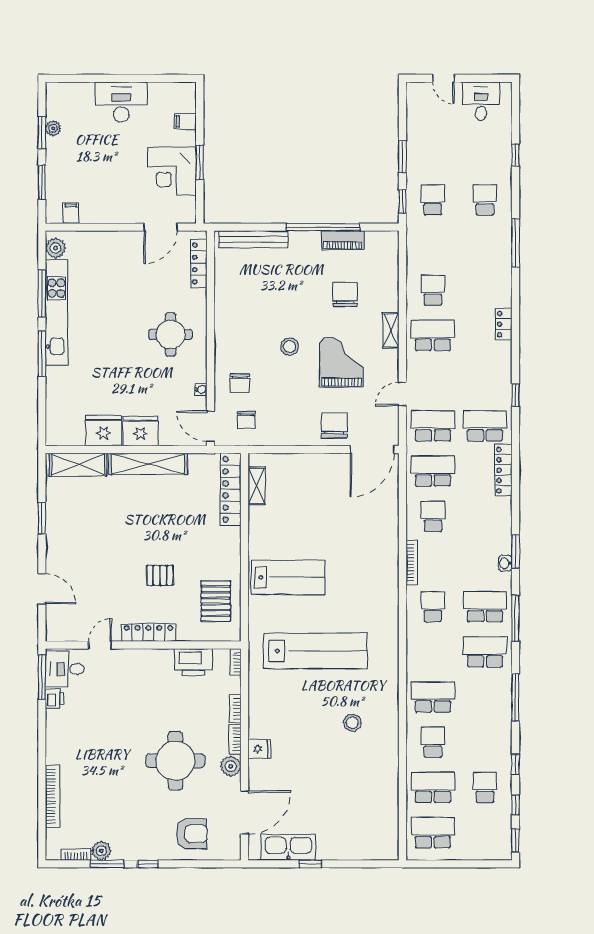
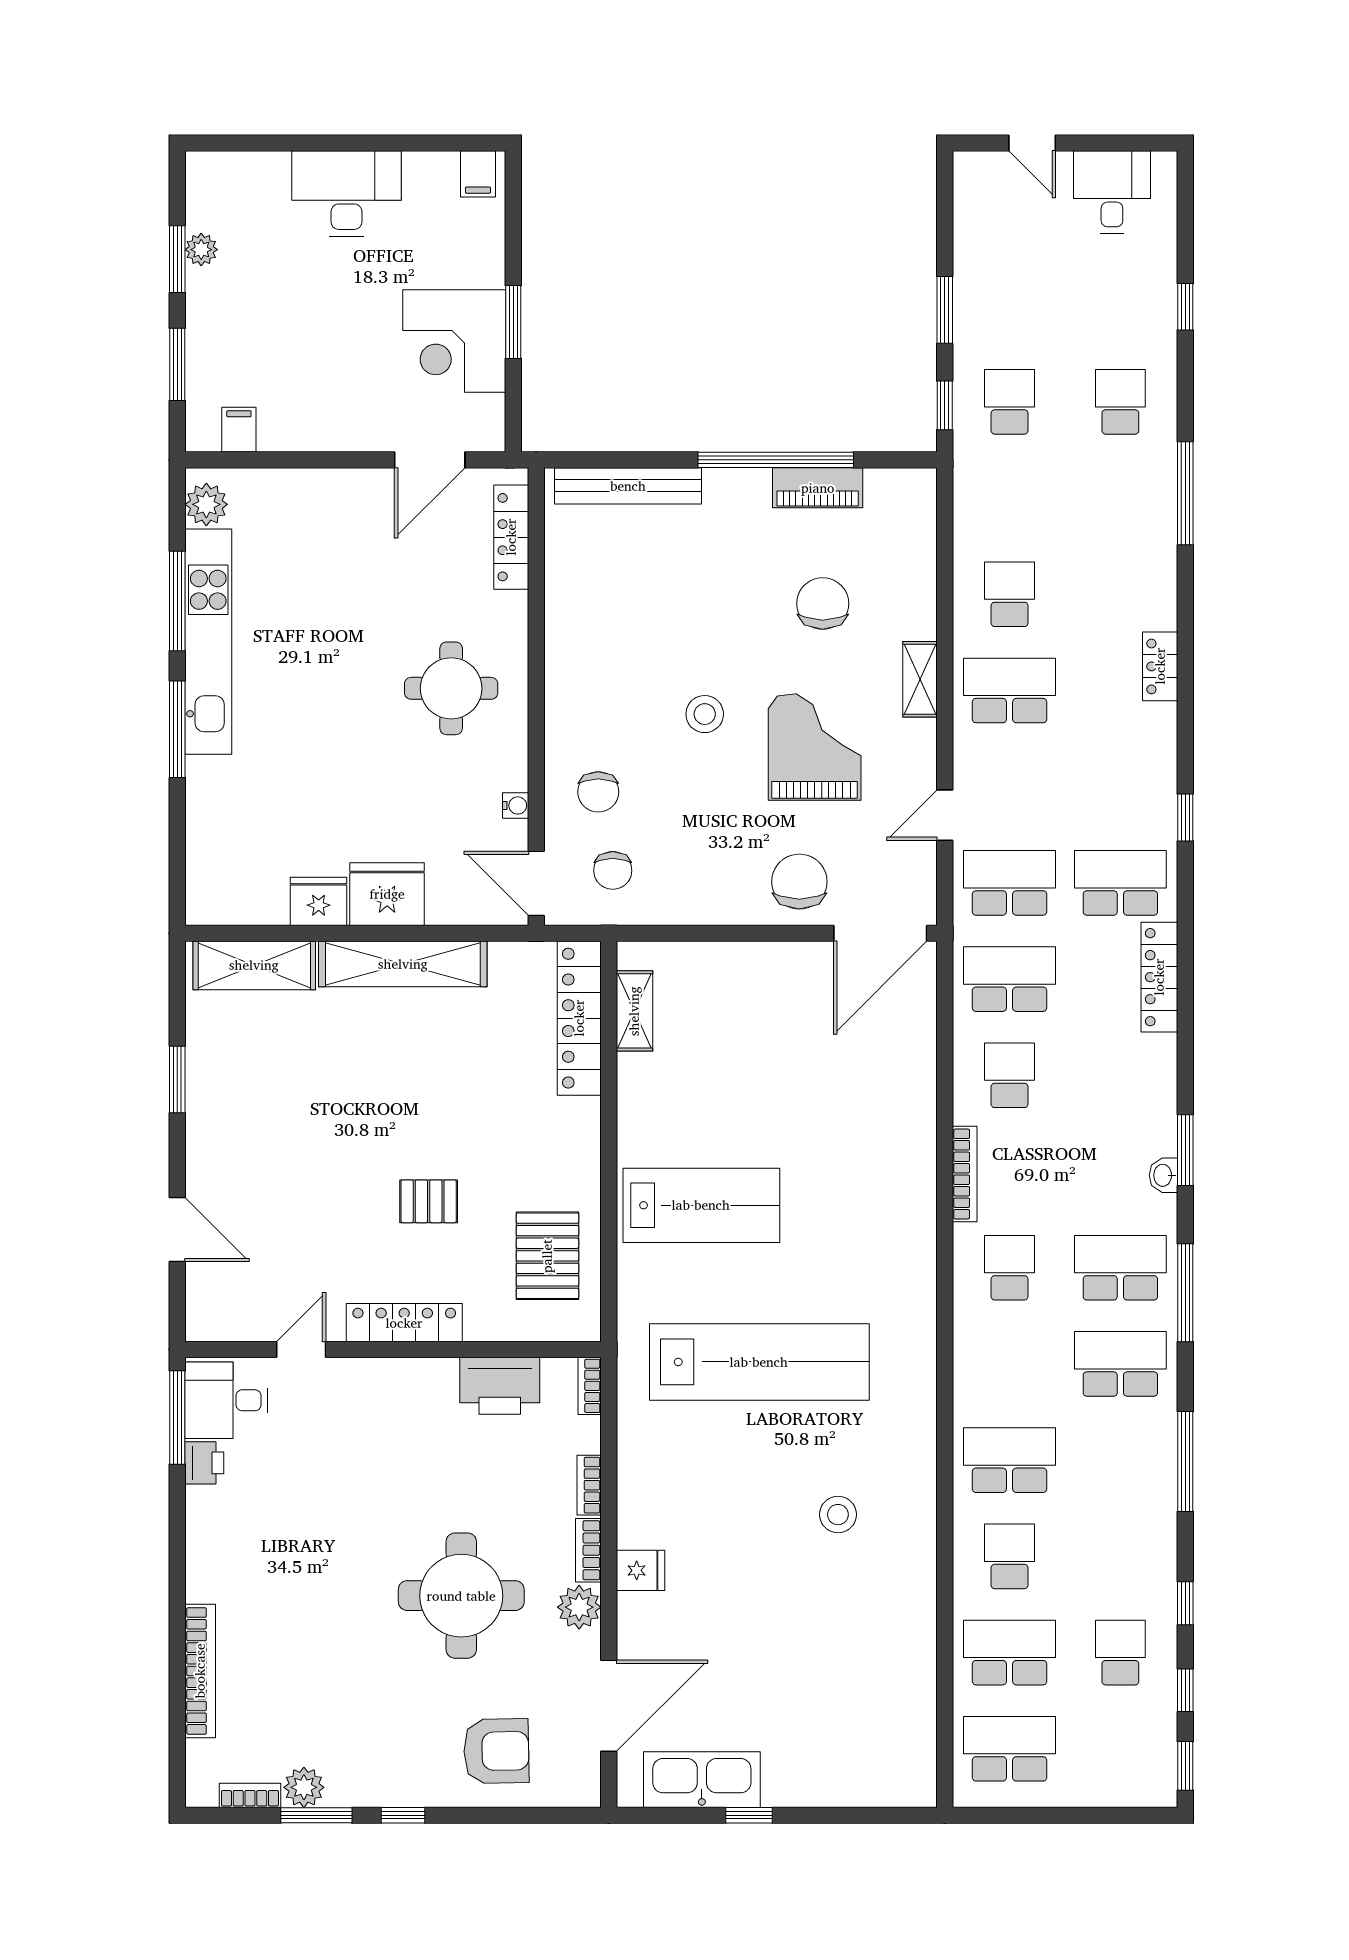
filing cabinet: (185, 121) -> (478, 174), moved, turned -90
fridge: (103, 431) -> (319, 901), width x0.73, depth x0.75

